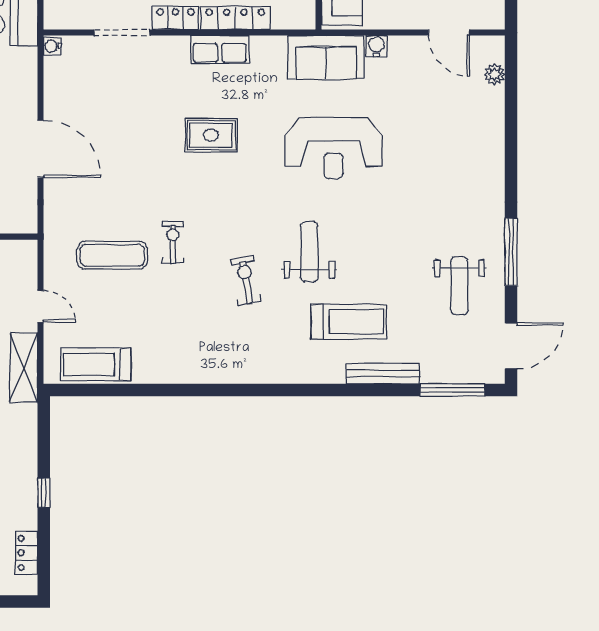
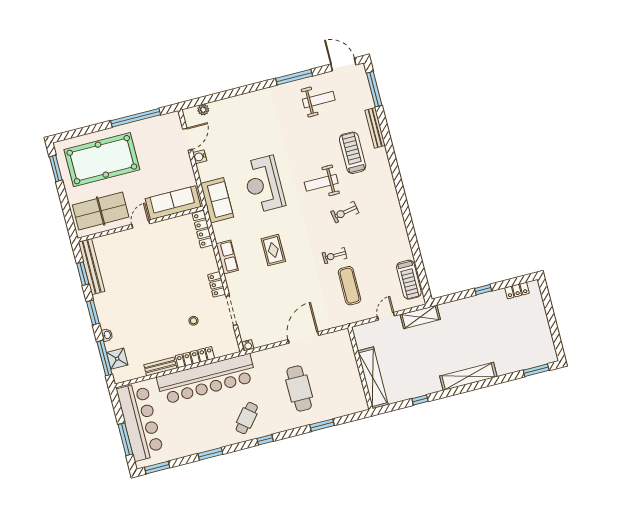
locker: (235, 18) -> (203, 229), moved
water cooler: (377, 46) -> (200, 157), moved
reception desk: (333, 148) -> (264, 184), turned 180

